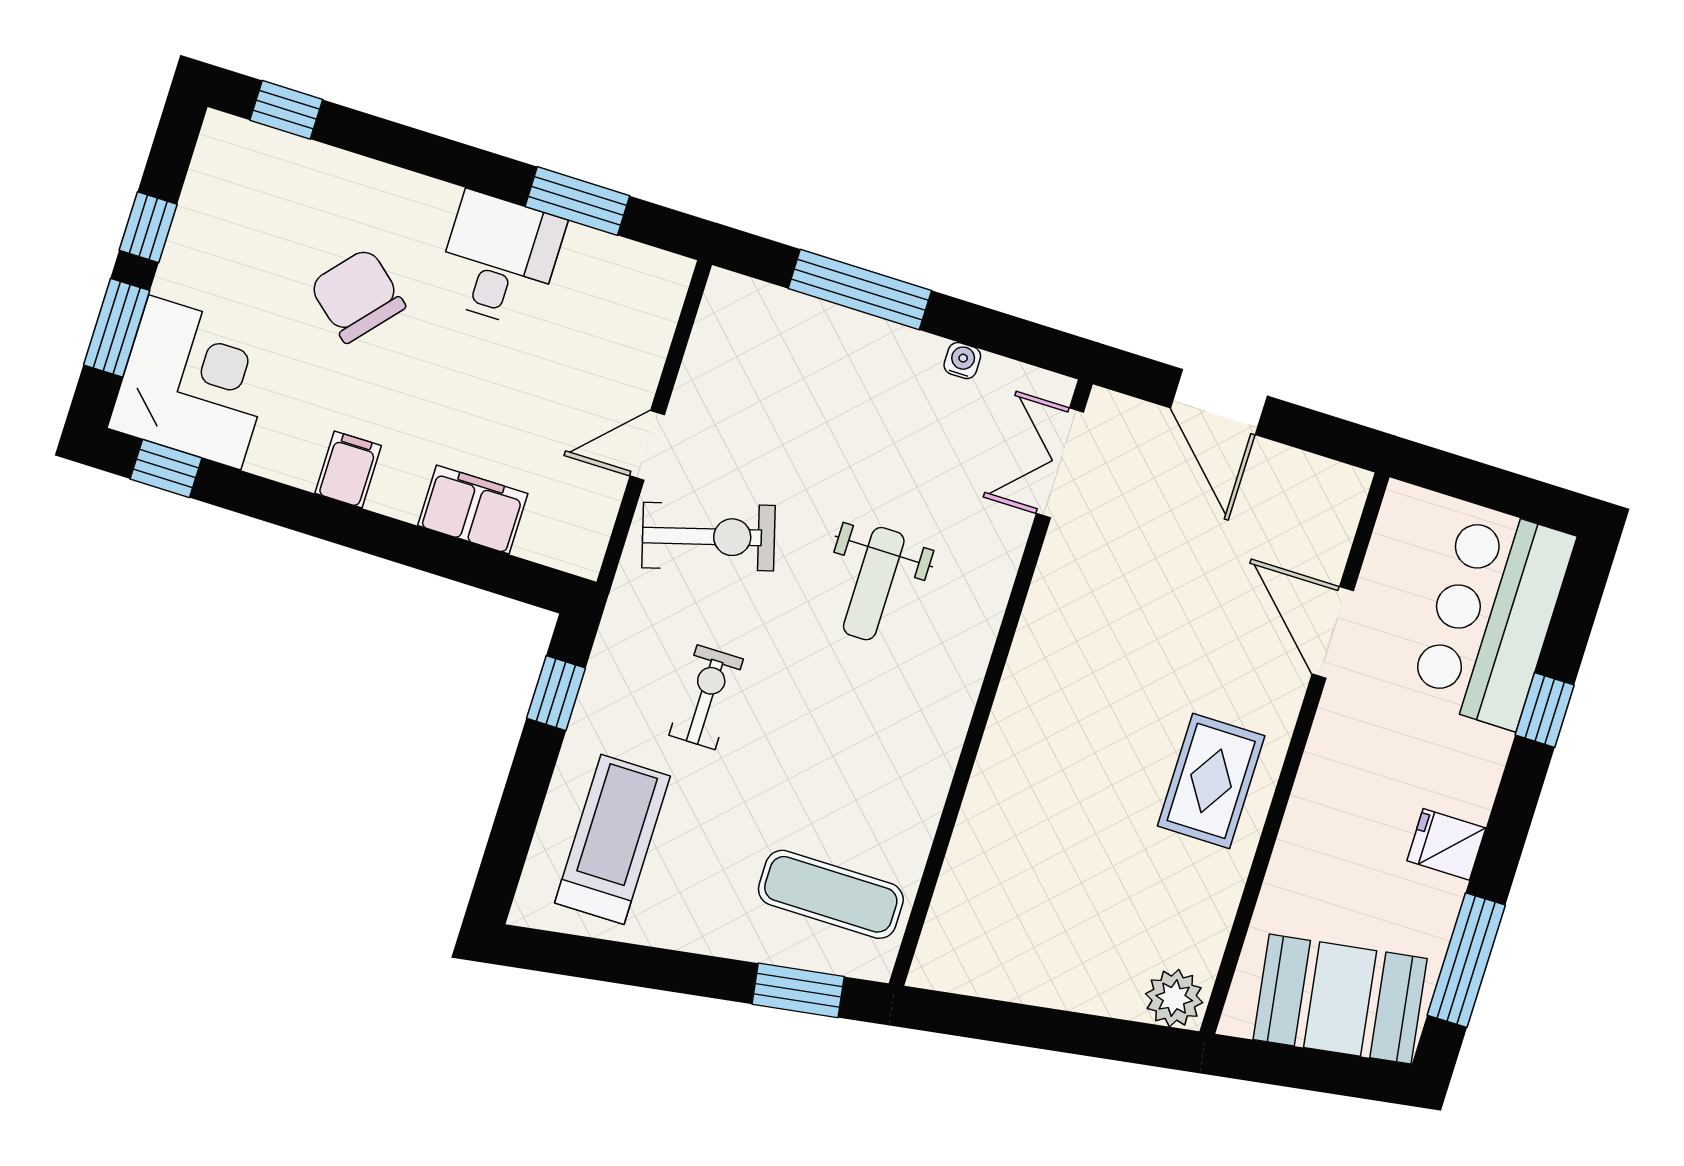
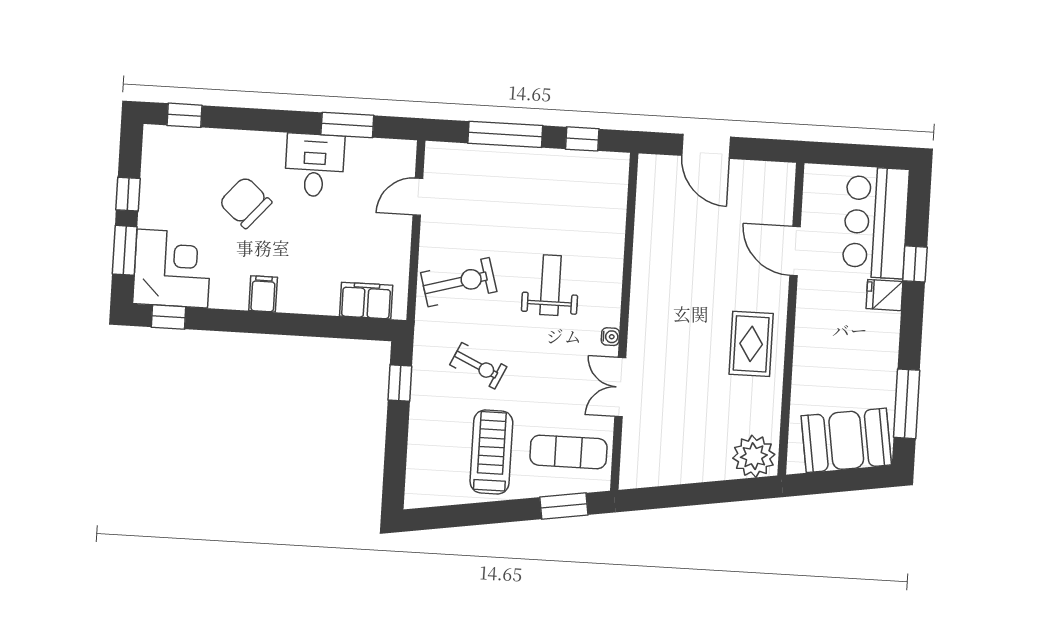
window: (998, 333) -> (582, 139), added
water cooler: (962, 361) -> (610, 337), moved, turned 90
door: (647, 445) -> (418, 197), moved
double door: (1060, 463) -> (620, 387), moved
filing cabinet: (473, 510) -> (366, 301), moved
weight bench: (874, 584) -> (551, 285), turned 180
exercise bike: (706, 697) -> (478, 366), turned 115
treadmill: (612, 839) -> (491, 452), moved
fridge: (1446, 844) -> (884, 295), moved
plant: (1174, 998) -> (754, 456), width x1.36, depth x1.36

